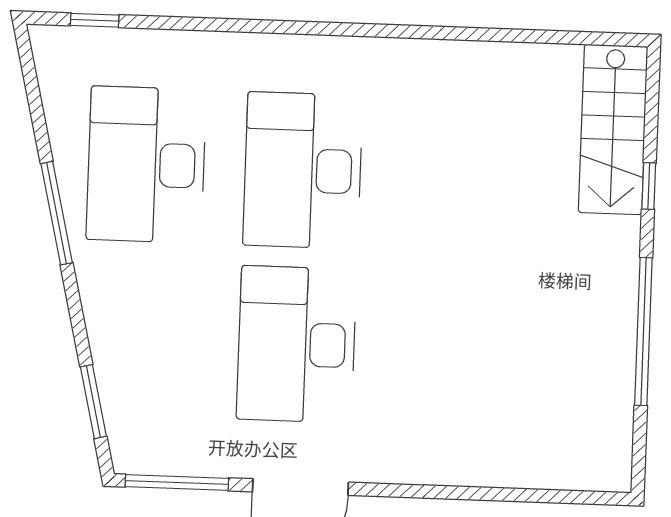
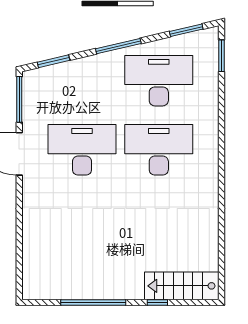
window: (95, 20) -> (222, 56), width x1.50
window: (34, 98) -> (186, 30), added
window: (57, 213) -> (118, 46), moved

